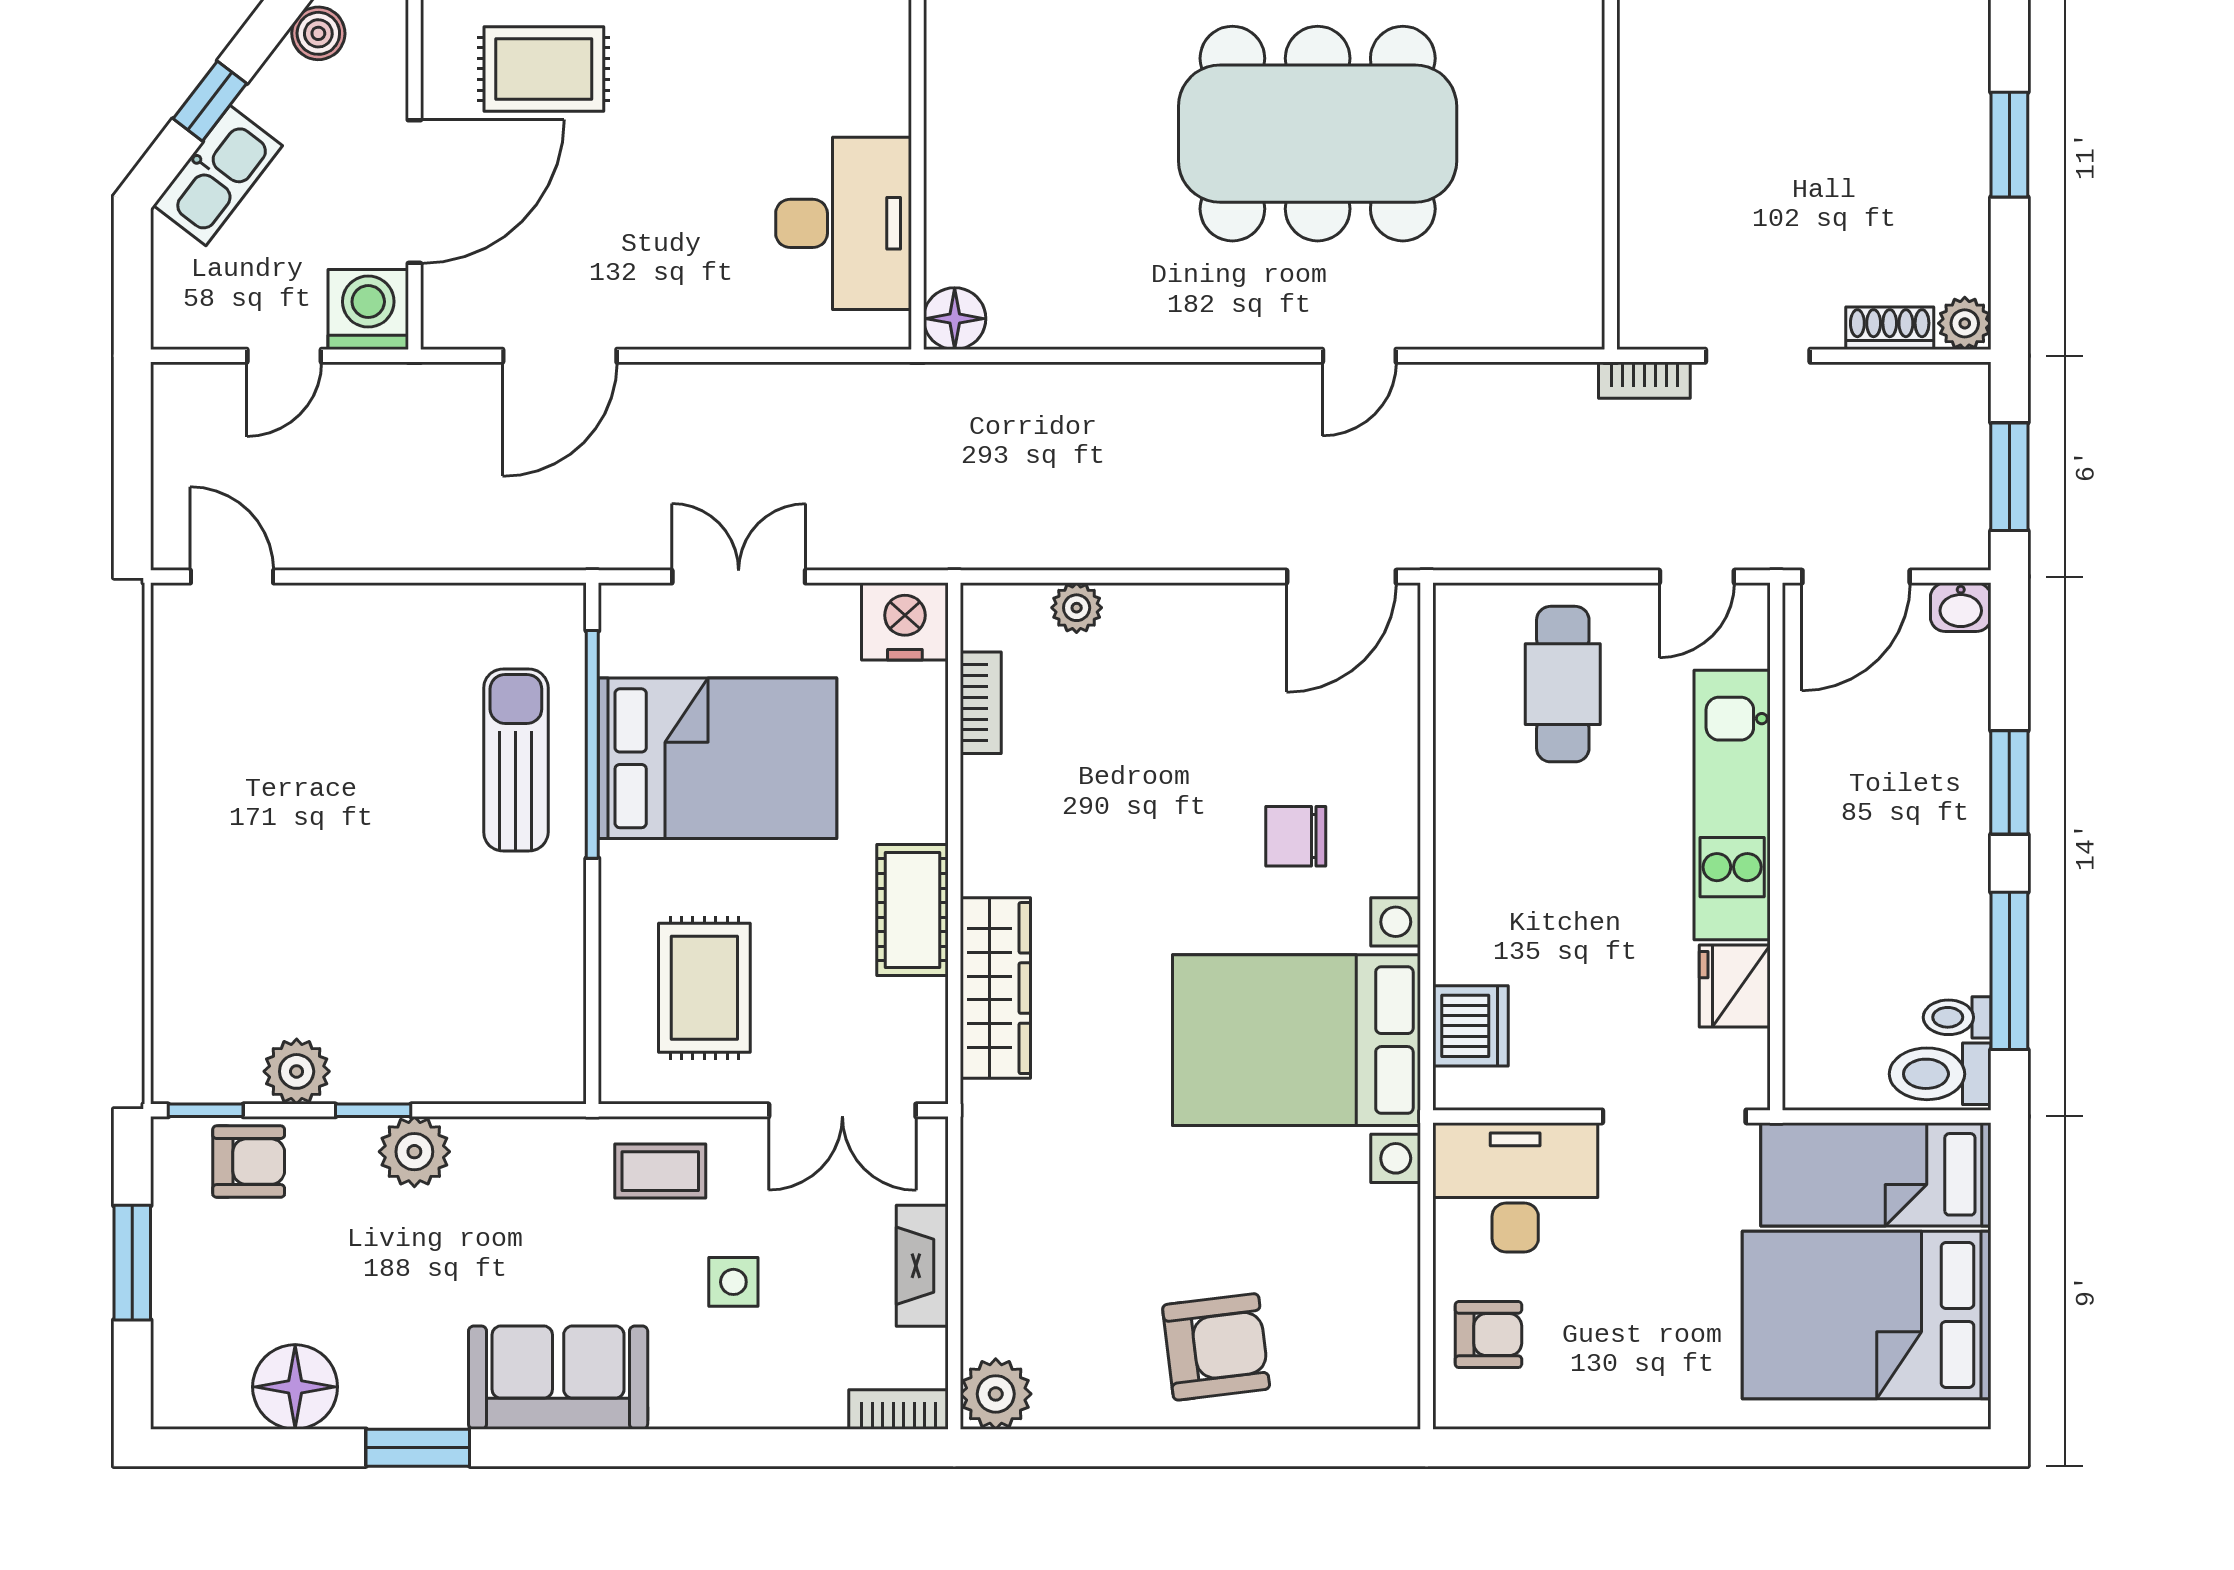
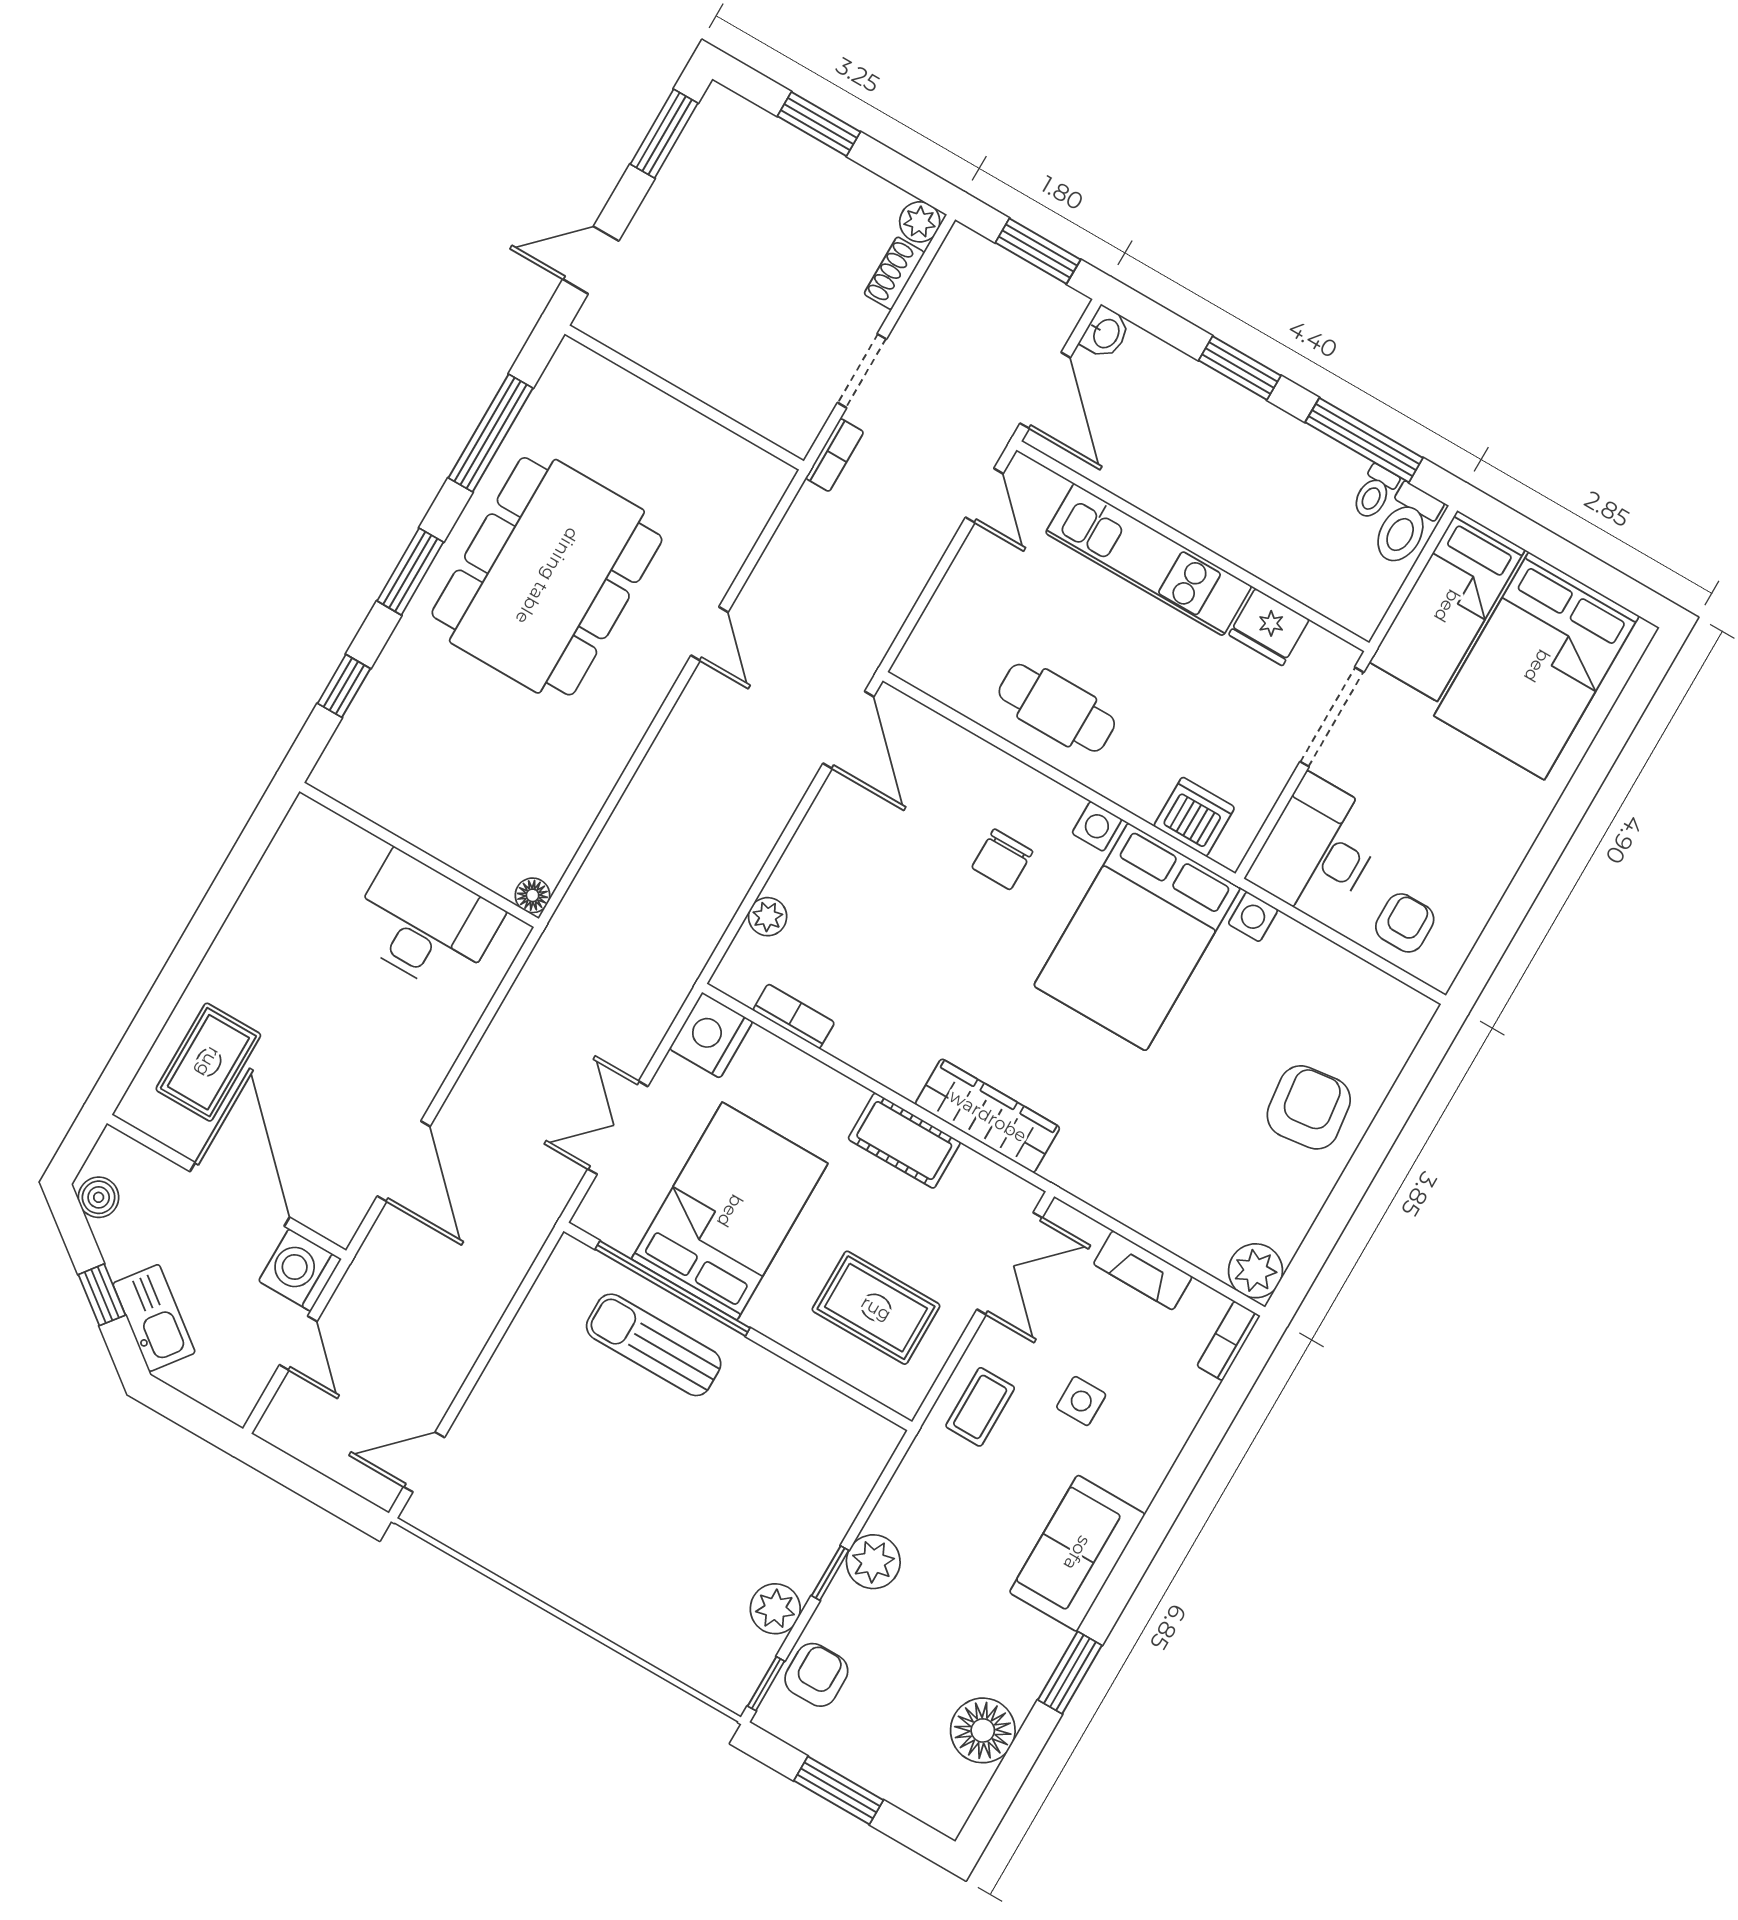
floor lamp: (955, 319) -> (533, 895), width x0.73, depth x0.73
cafe table: (1563, 684) -> (1057, 708), moved

